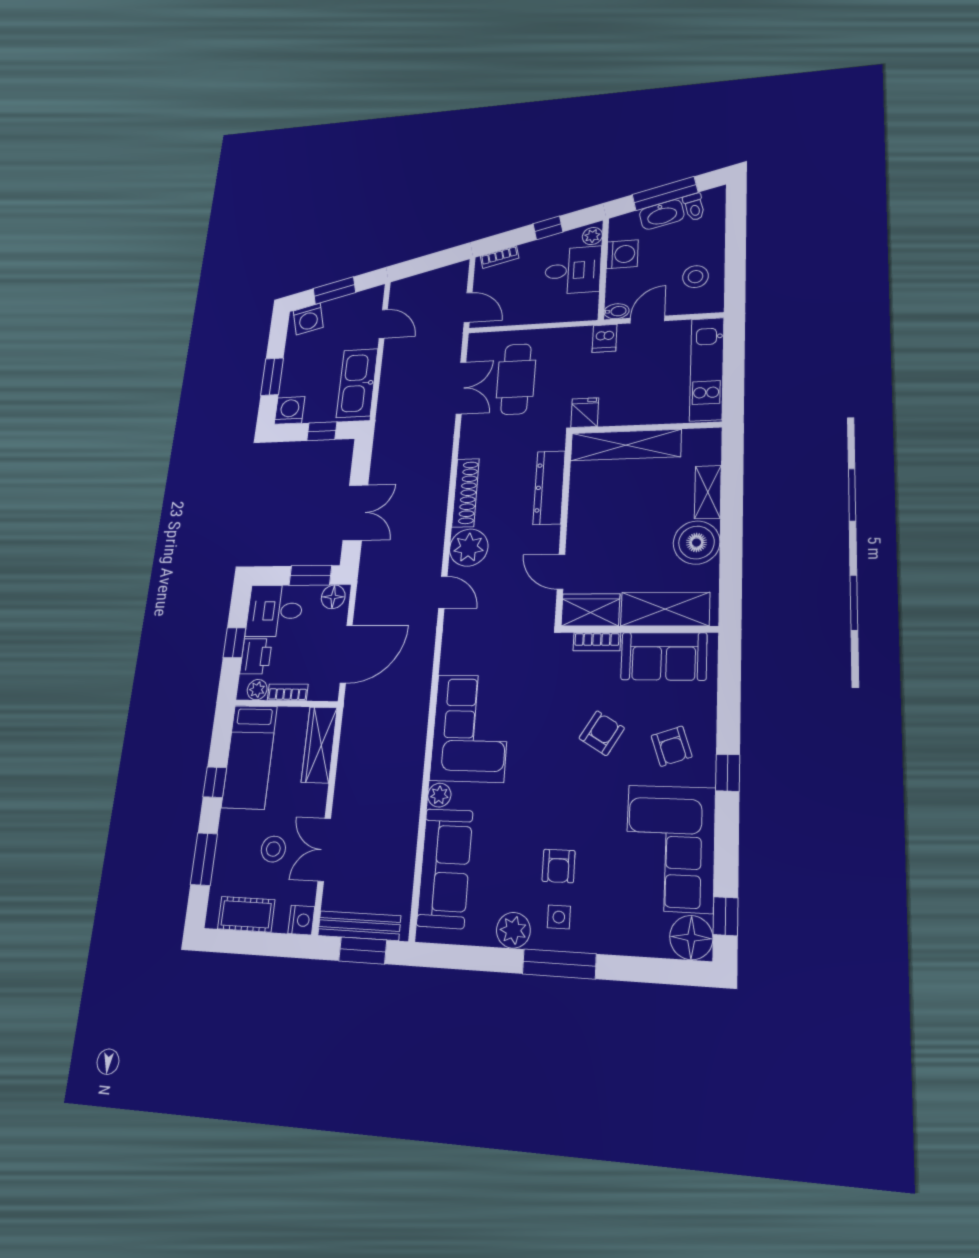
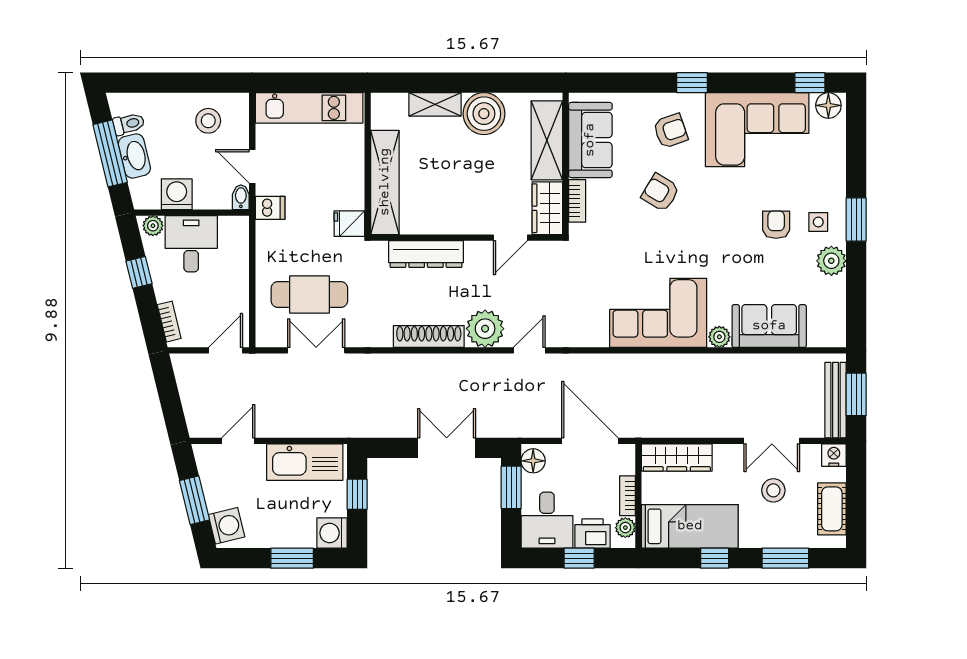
armchair: (559, 866) -> (776, 225), turned -90
sofa: (445, 868) -> (769, 326), width x0.73
floor lamp: (691, 938) -> (828, 105), width x0.73, depth x0.73
window: (559, 964) -> (856, 219), width x0.69

